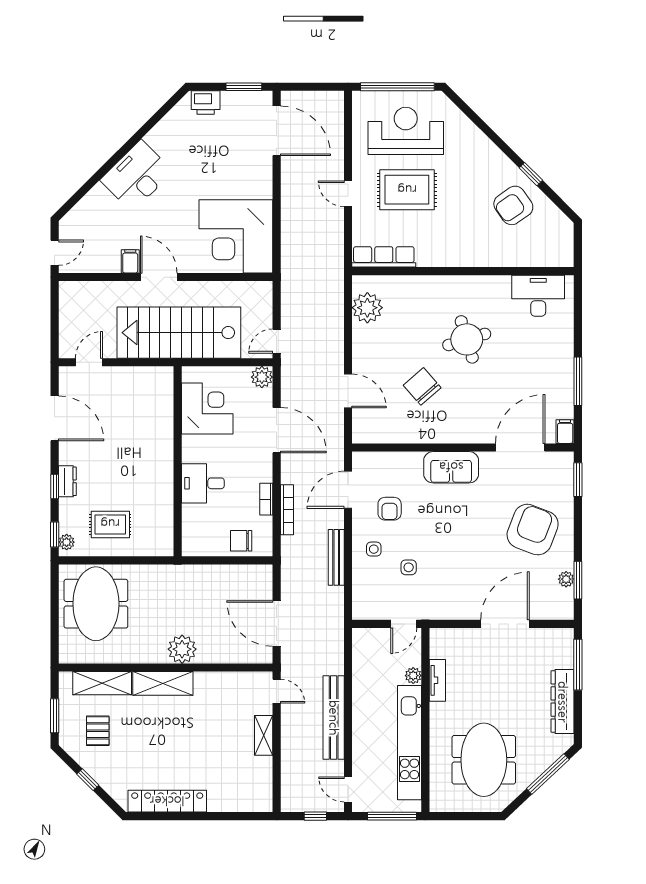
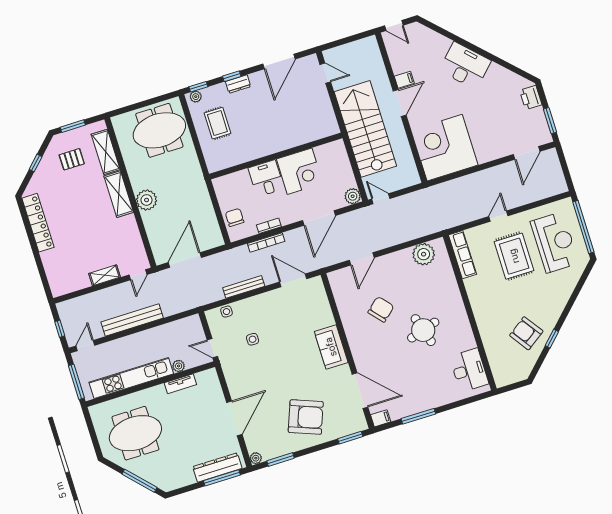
door: (277, 131) -> (527, 153), width x0.73
corner desk: (207, 408) -> (300, 171), moved
armchair: (390, 509) -> (289, 313), removed
side table: (374, 549) -> (226, 312), moved
plant: (566, 579) -> (256, 458), moved
door: (505, 624) -> (234, 418), hinge flipped
dresser: (563, 702) -> (217, 468), moved

